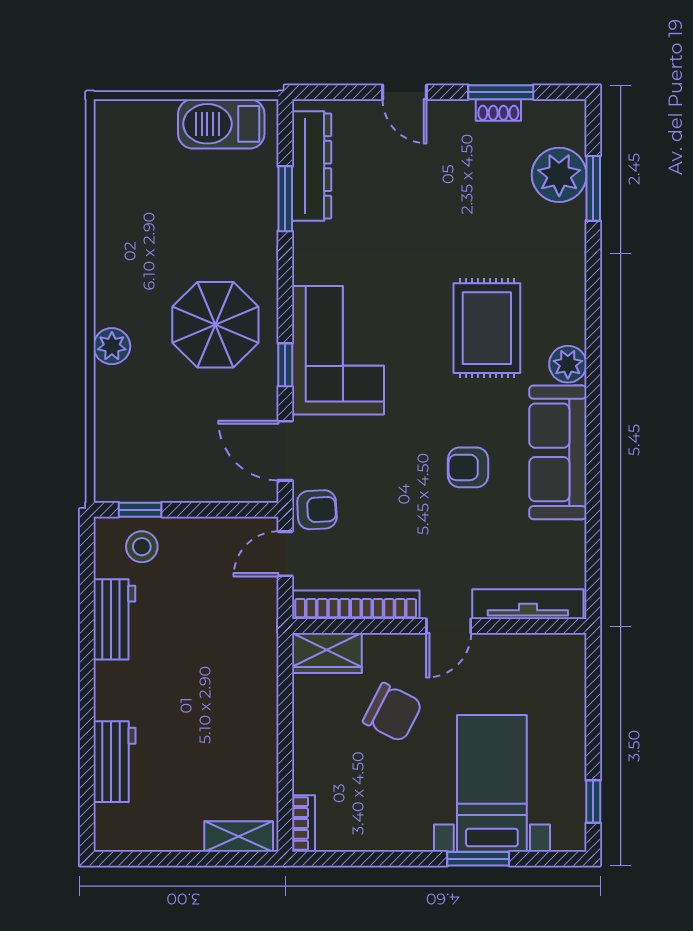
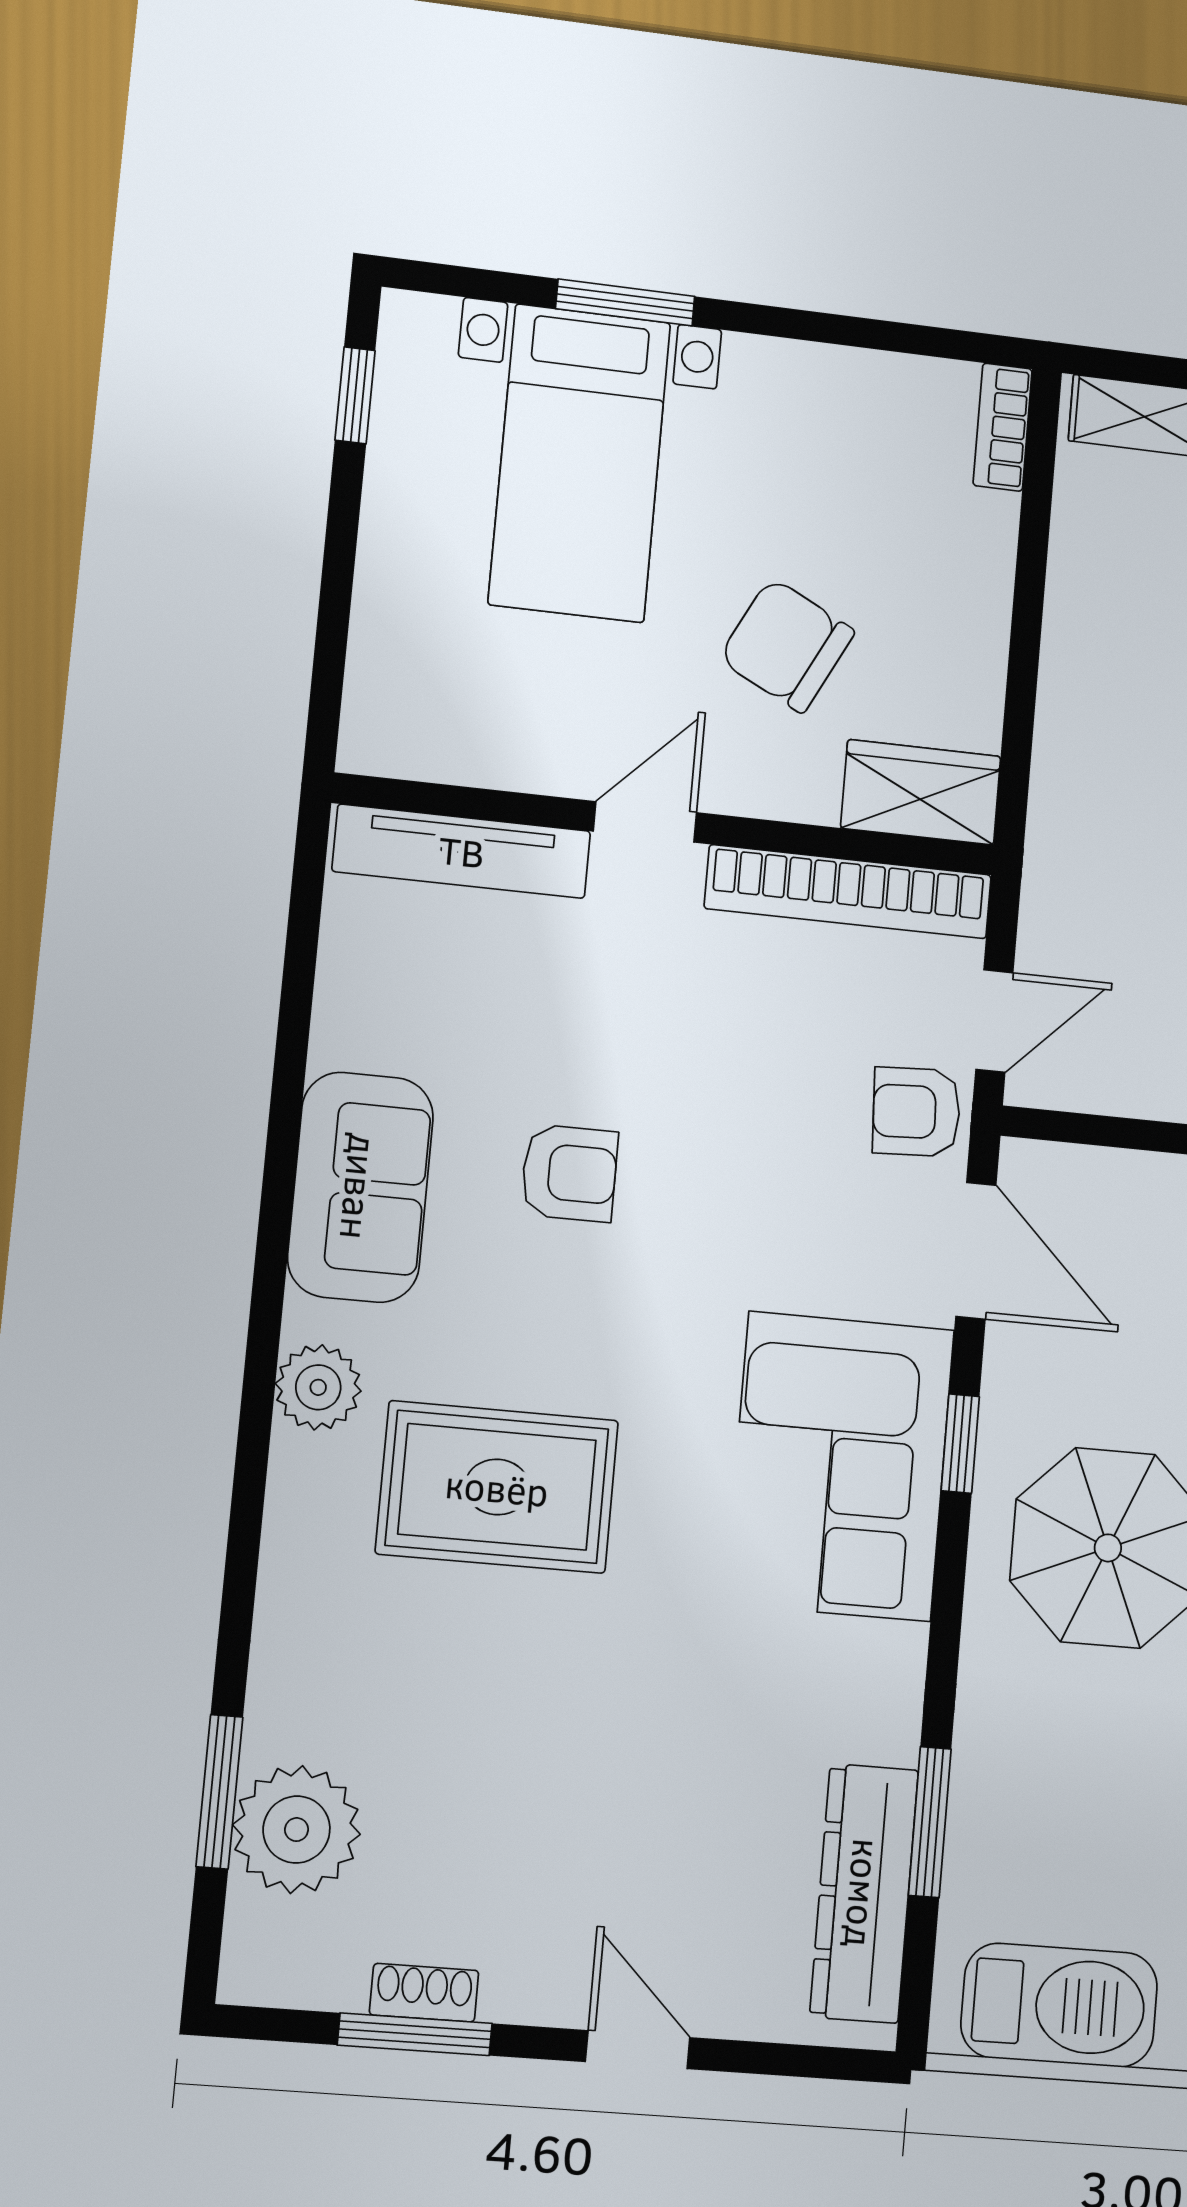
rug: (487, 328) -> (497, 1487), turned 90
sofa: (558, 452) -> (360, 1187), width x0.73

